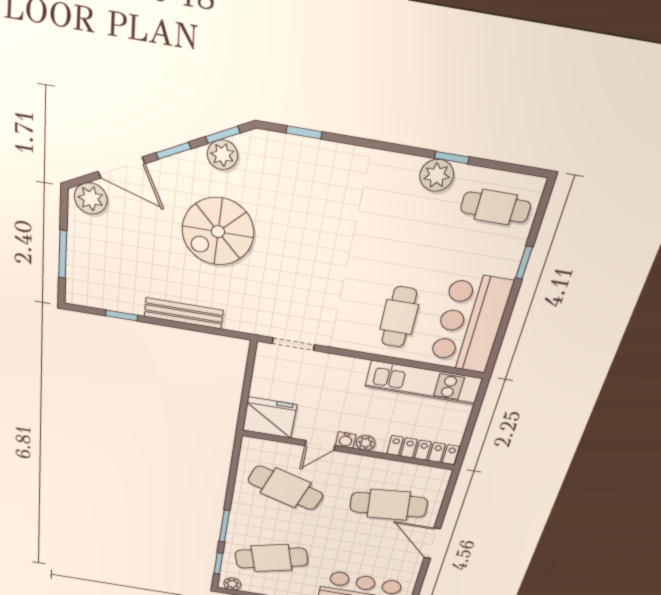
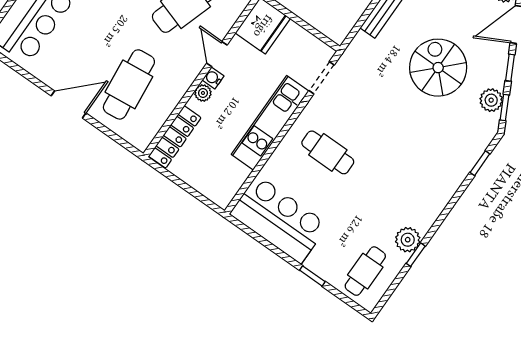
cafe table: (399, 317) -> (328, 152), moved
kitchen unit: (424, 382) -> (270, 123), moved

